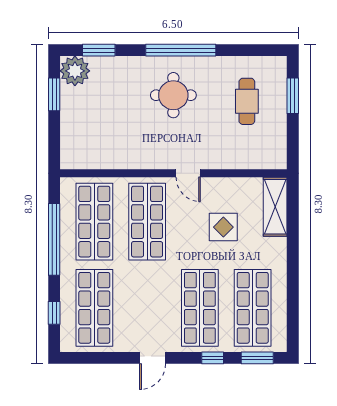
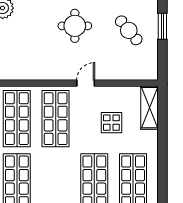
cafe table: (247, 101) -> (129, 30), turned -40
door: (188, 173) -> (86, 83), swing flipped

